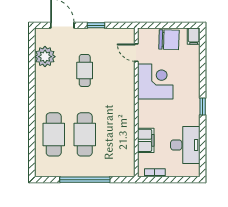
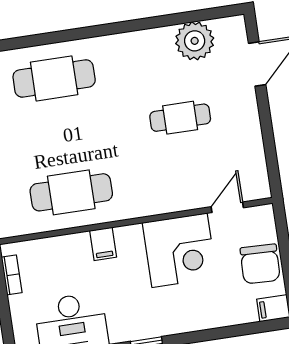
window: (96, 25) -> (266, 126), removed
cafe table: (85, 134) -> (71, 192), moved
filing cabinet: (146, 140) -> (103, 244), moved, width x0.50

